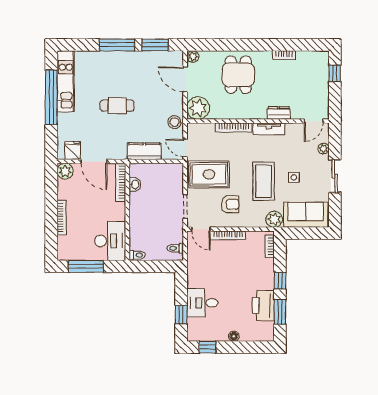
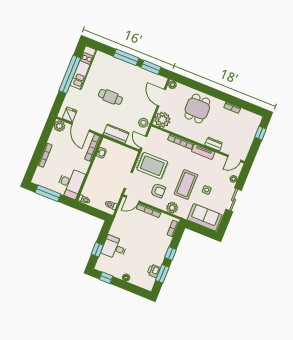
plant: (274, 219) -> (172, 208), moved
door: (201, 229) -> (133, 199), hinge flipped
printer: (263, 306) -> (154, 271), width x0.53, depth x0.68

